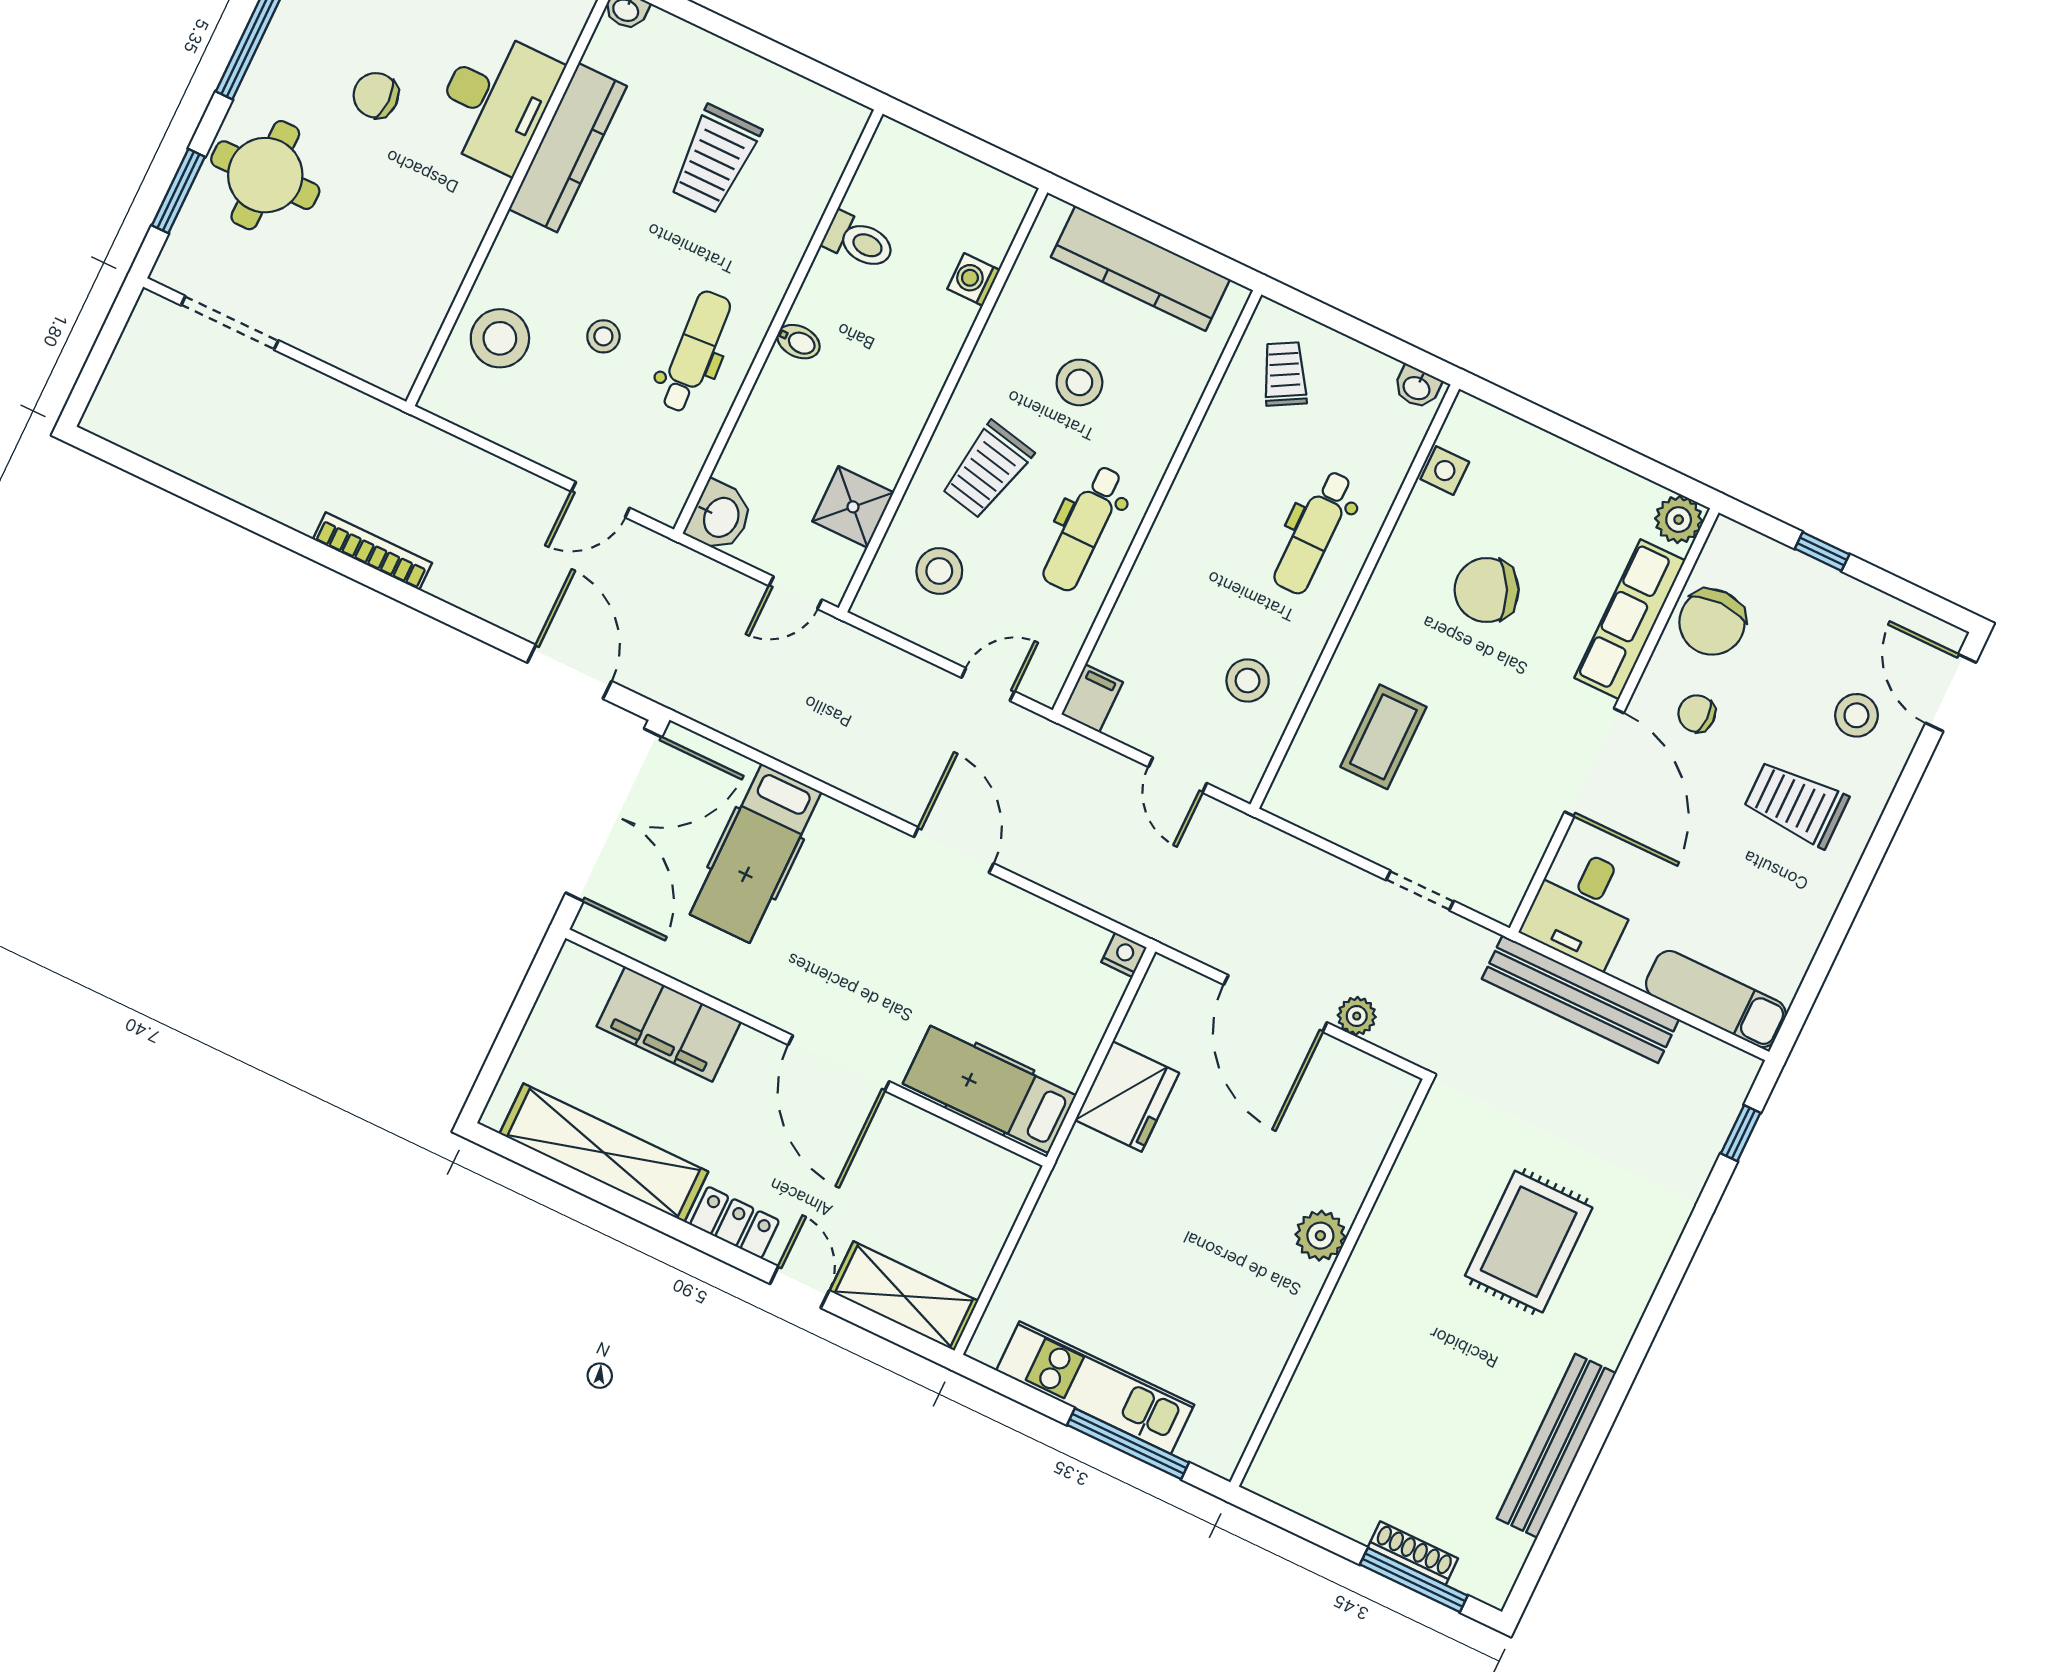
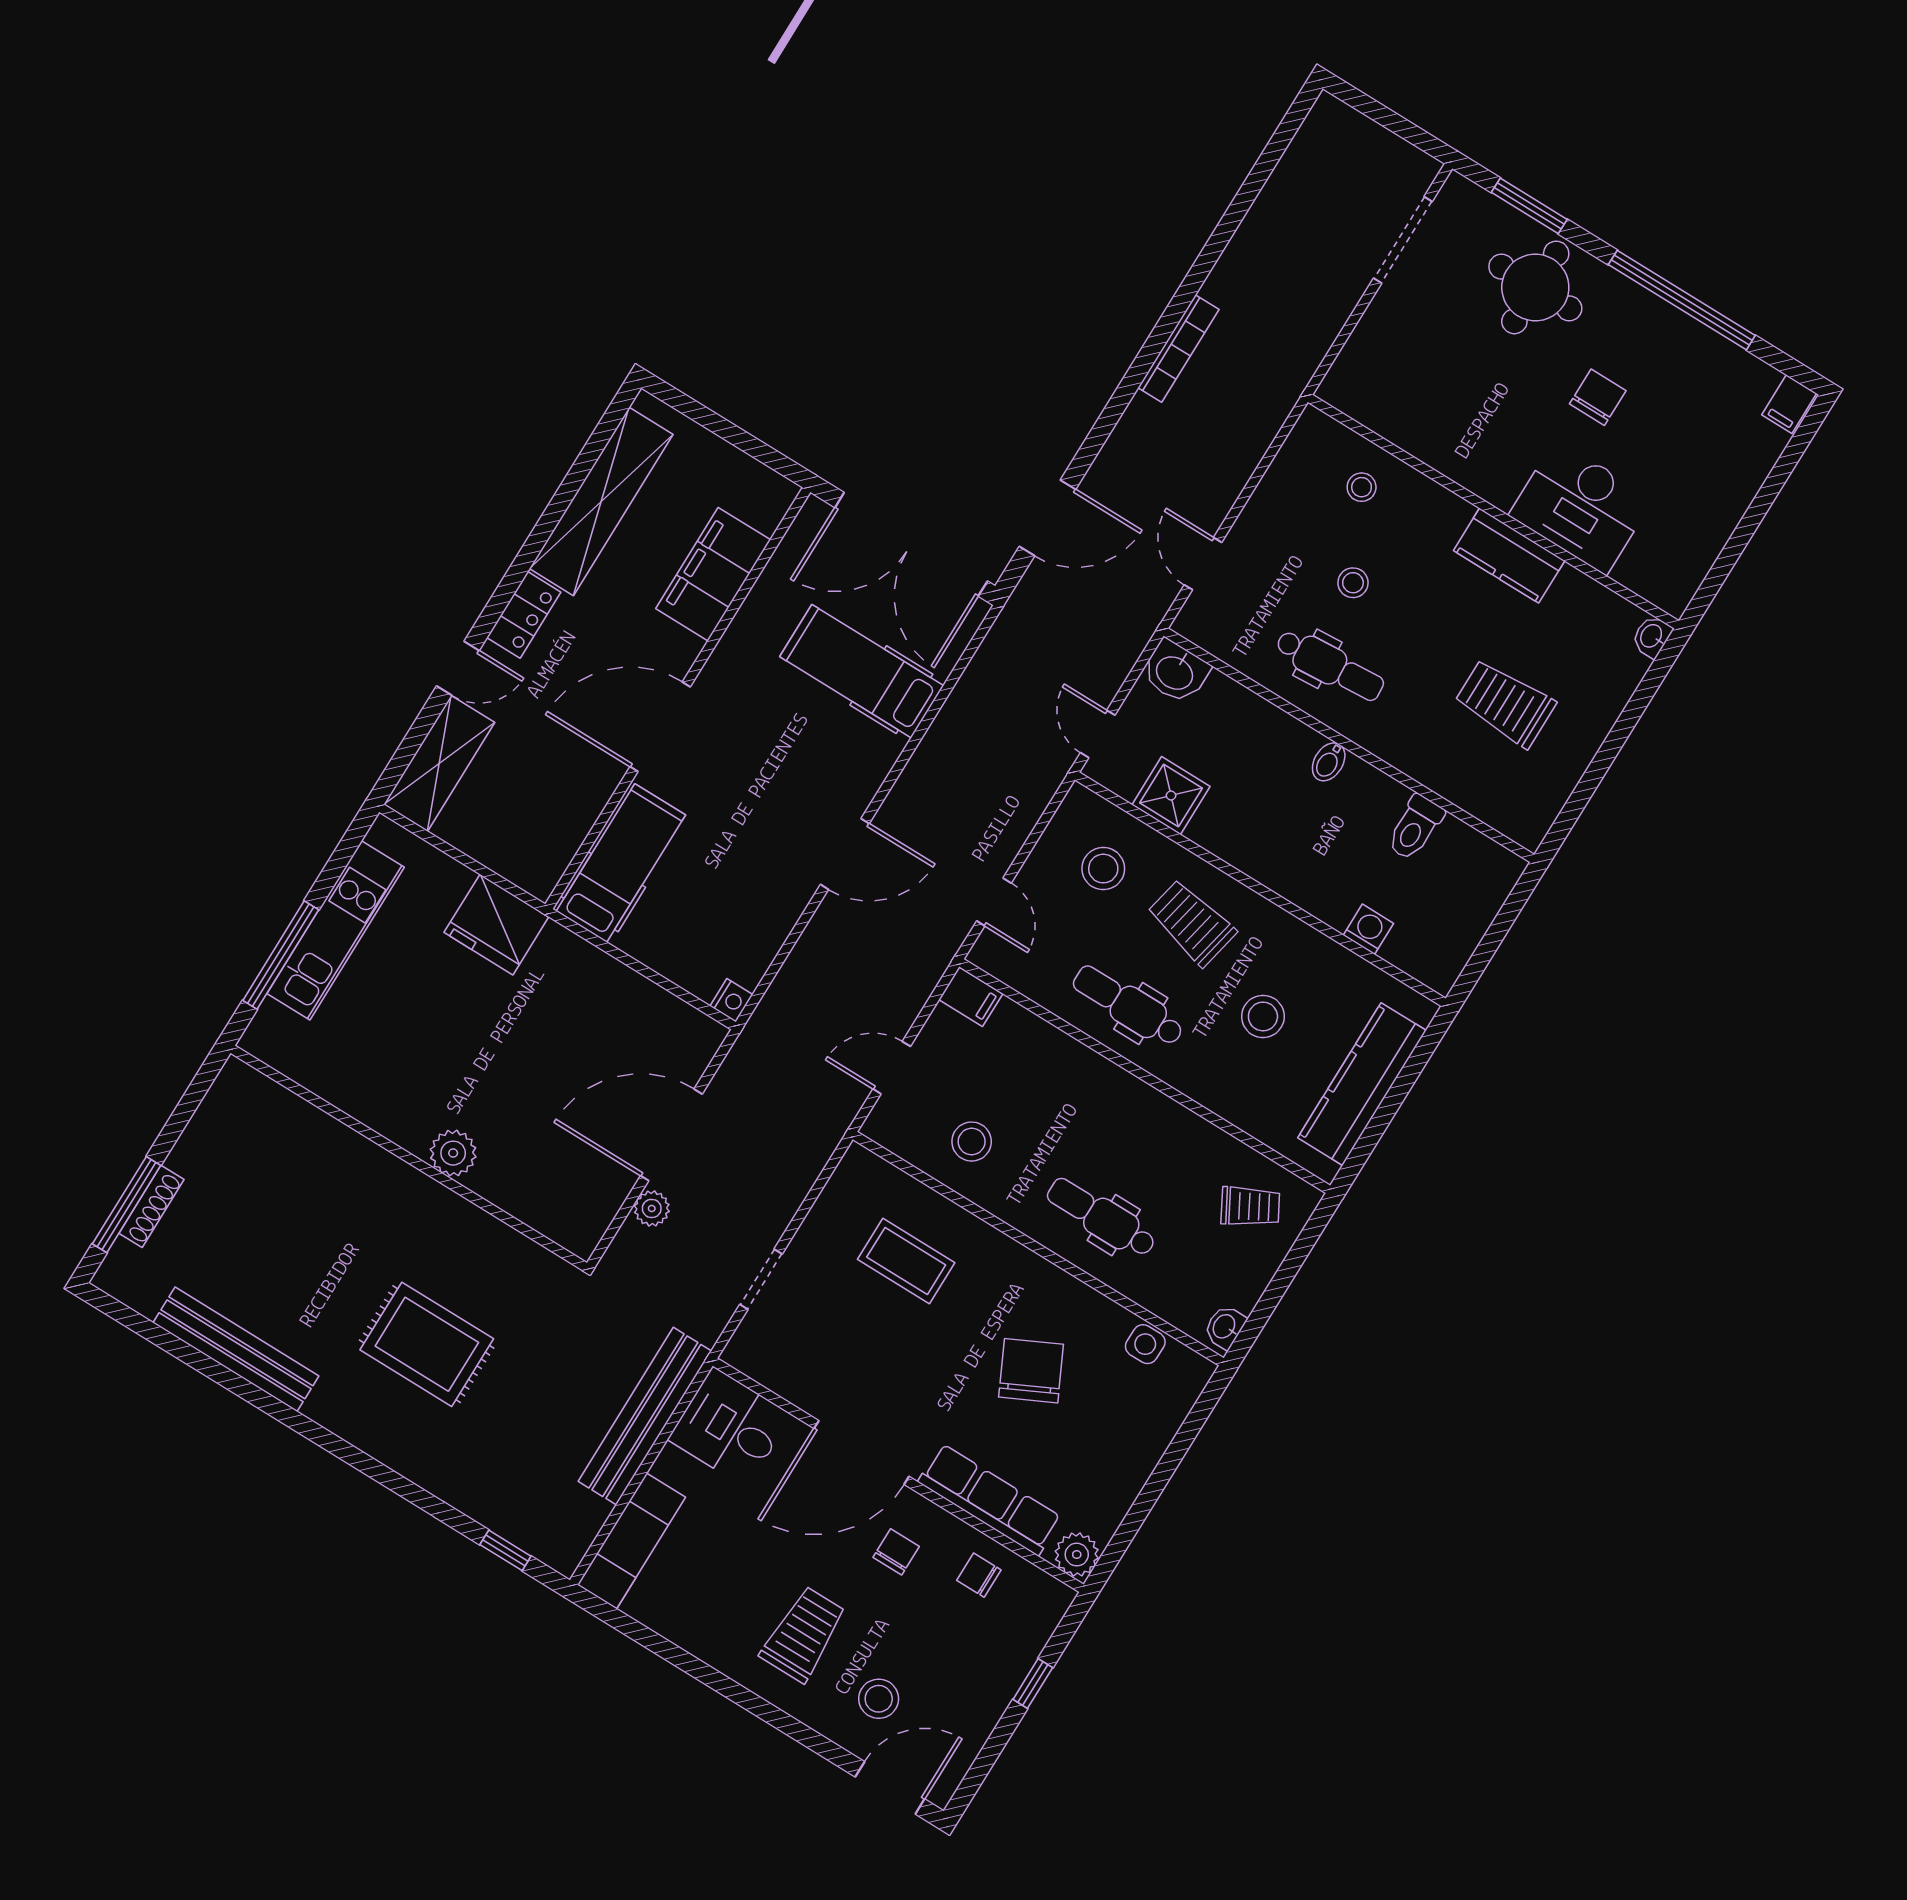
kitchen counter: (568, 148) -> (1509, 556), width x0.67
stool: (500, 338) -> (1362, 487), width x0.53, depth x0.53
chair: (1712, 622) -> (979, 1575), width x0.54, depth x0.54
fridge: (1127, 1096) -> (496, 925), moved

